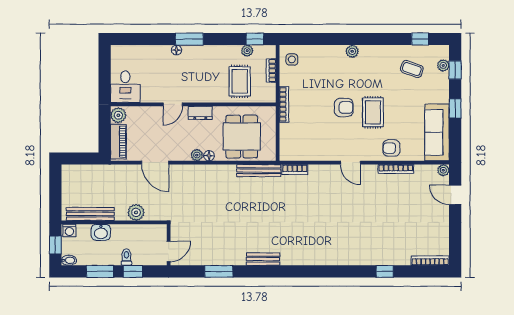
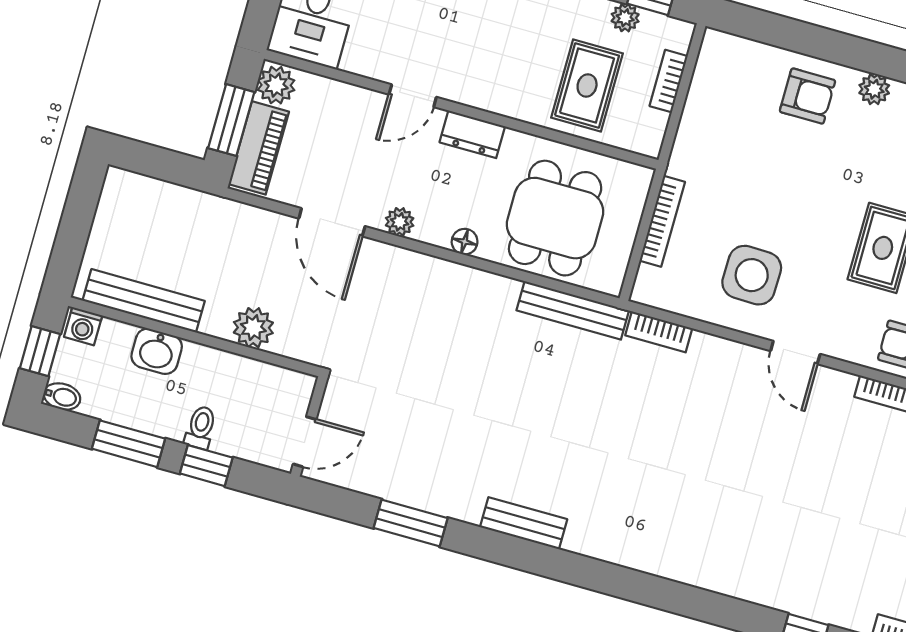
side table: (292, 59) -> (752, 275), moved, width x1.87, depth x1.87
bookcase: (284, 104) -> (662, 221), moved
armchair: (344, 107) -> (807, 96), moved
window: (105, 134) -> (231, 120), added
plant: (197, 155) -> (400, 222), moved

